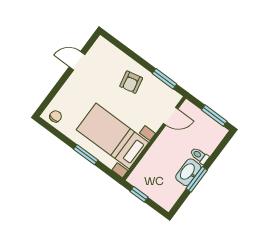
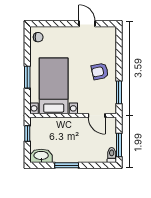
toilet: (199, 156) -> (112, 155), moved
washbasin: (188, 172) -> (41, 156), moved

